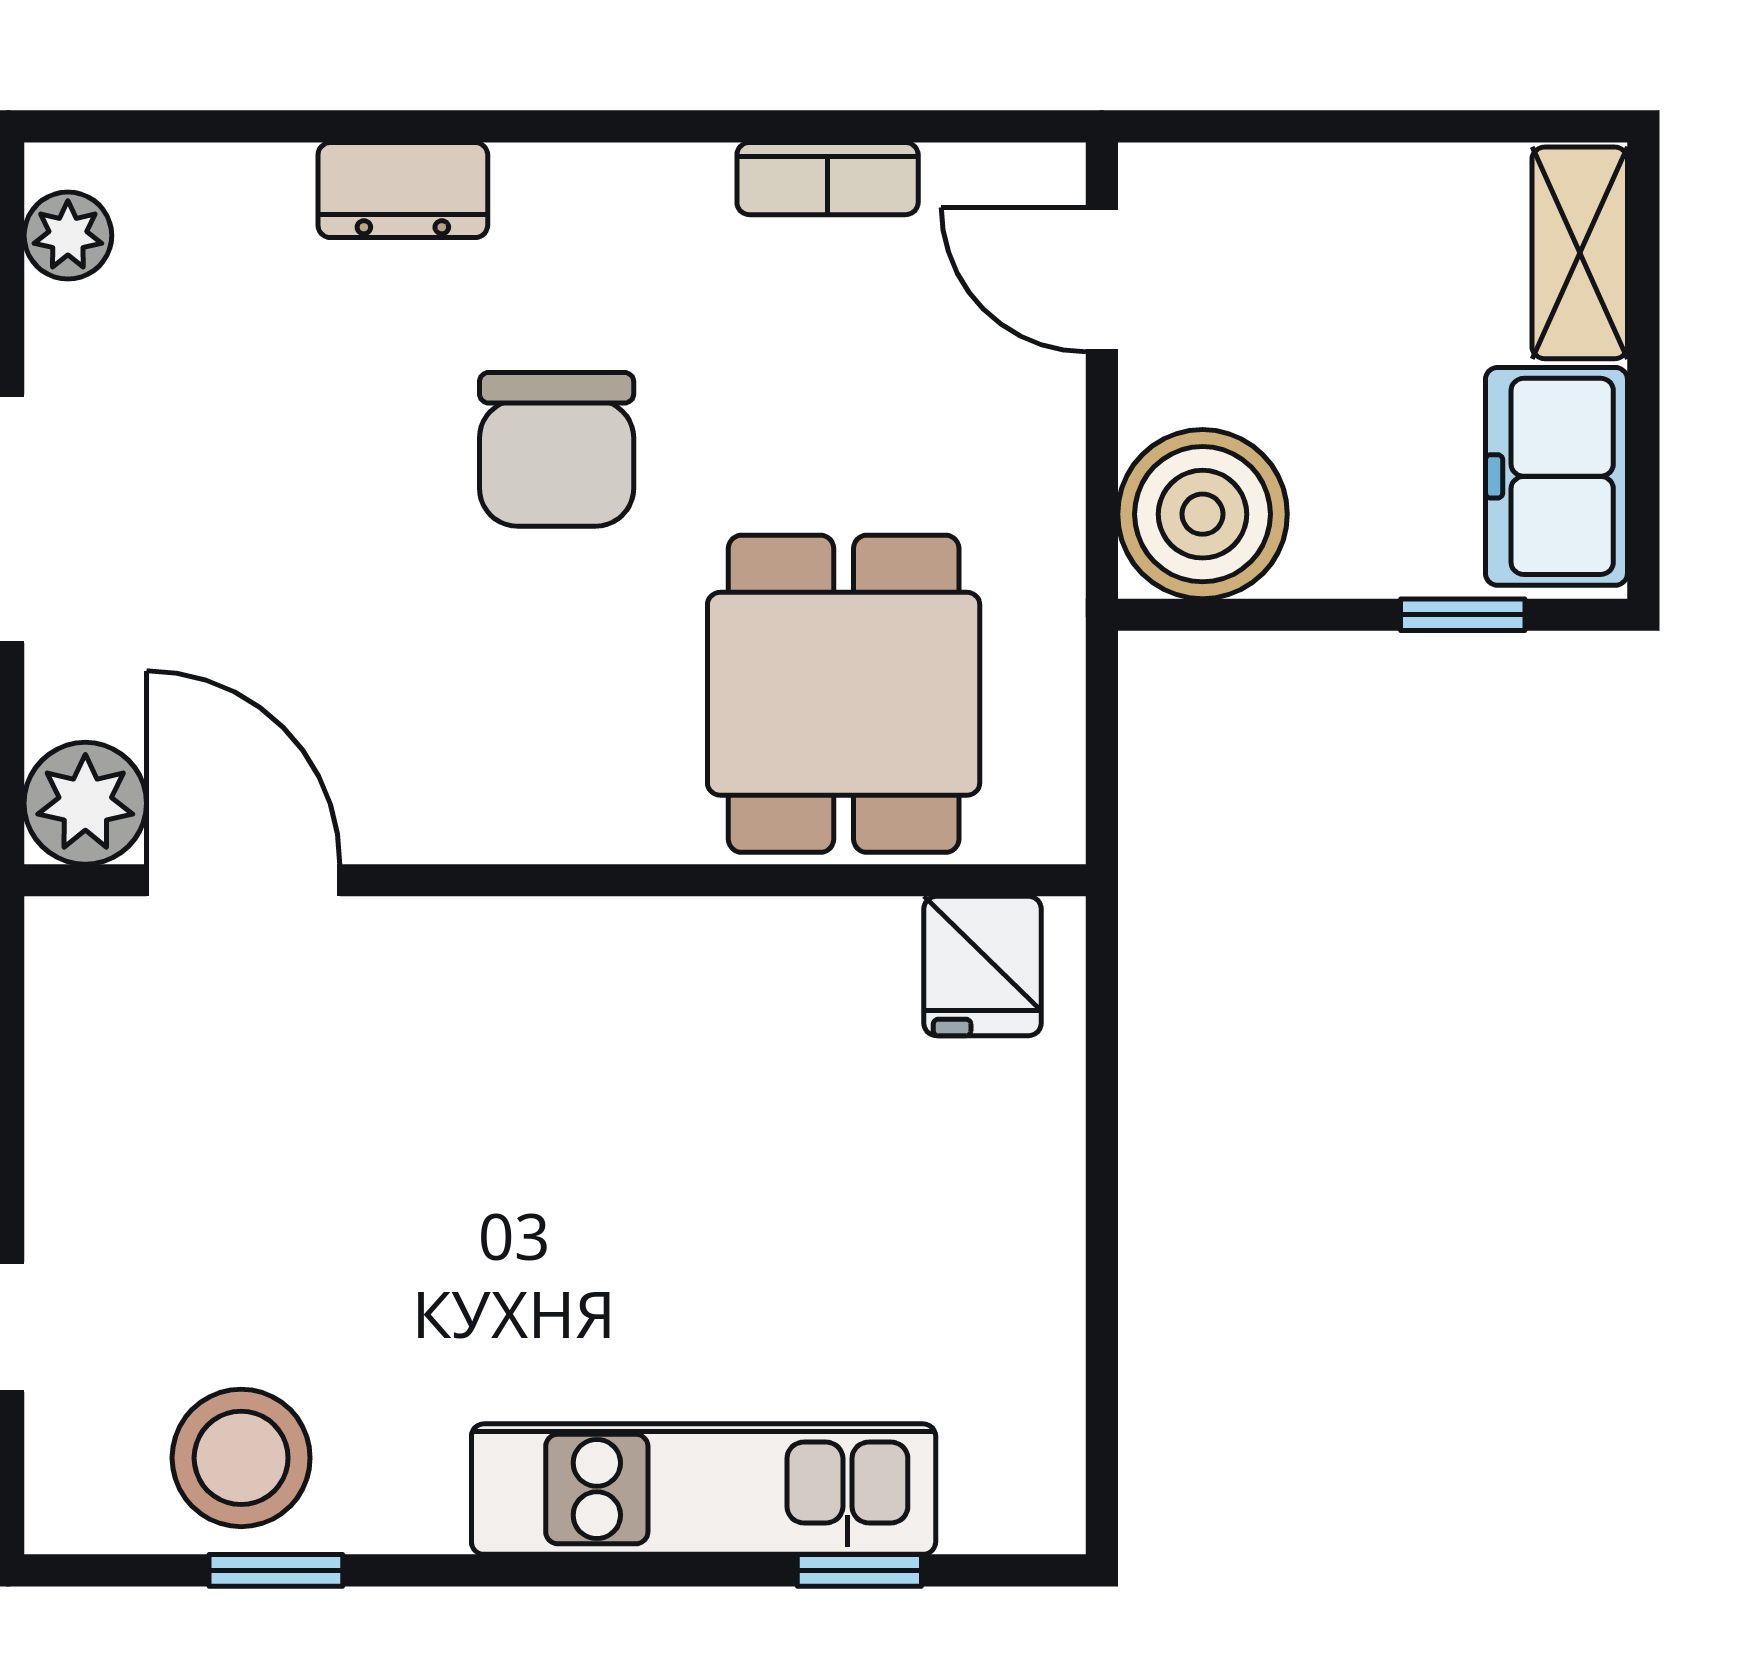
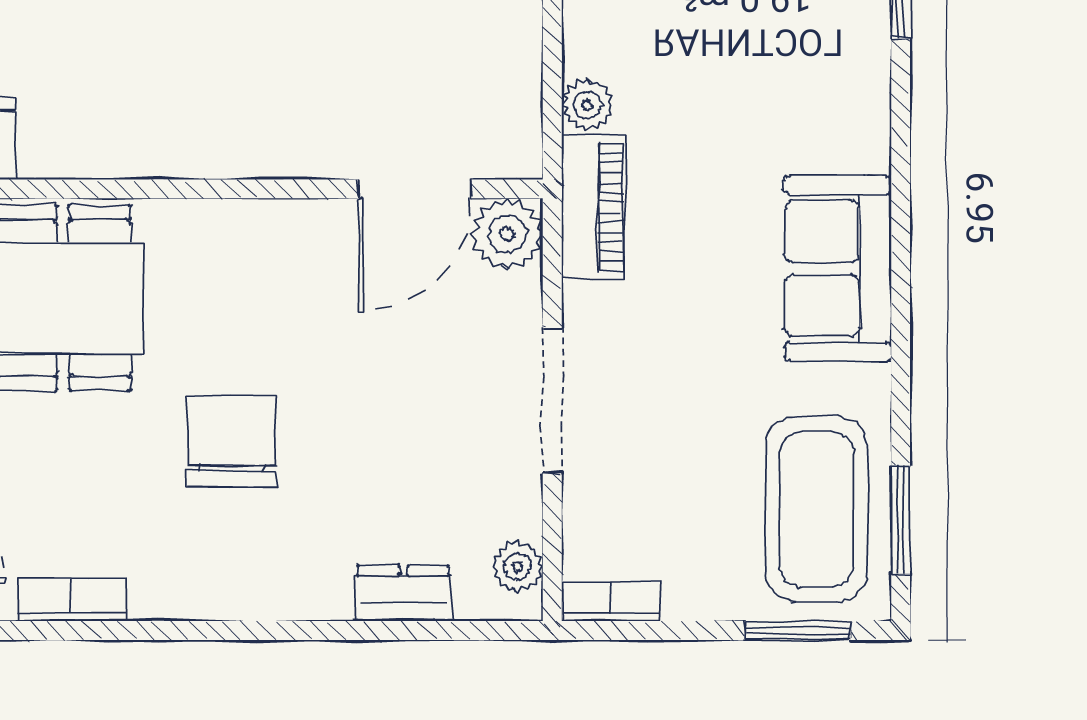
dresser: (403, 190) -> (403, 593), moved
door: (243, 880) -> (415, 189), hinge flipped

